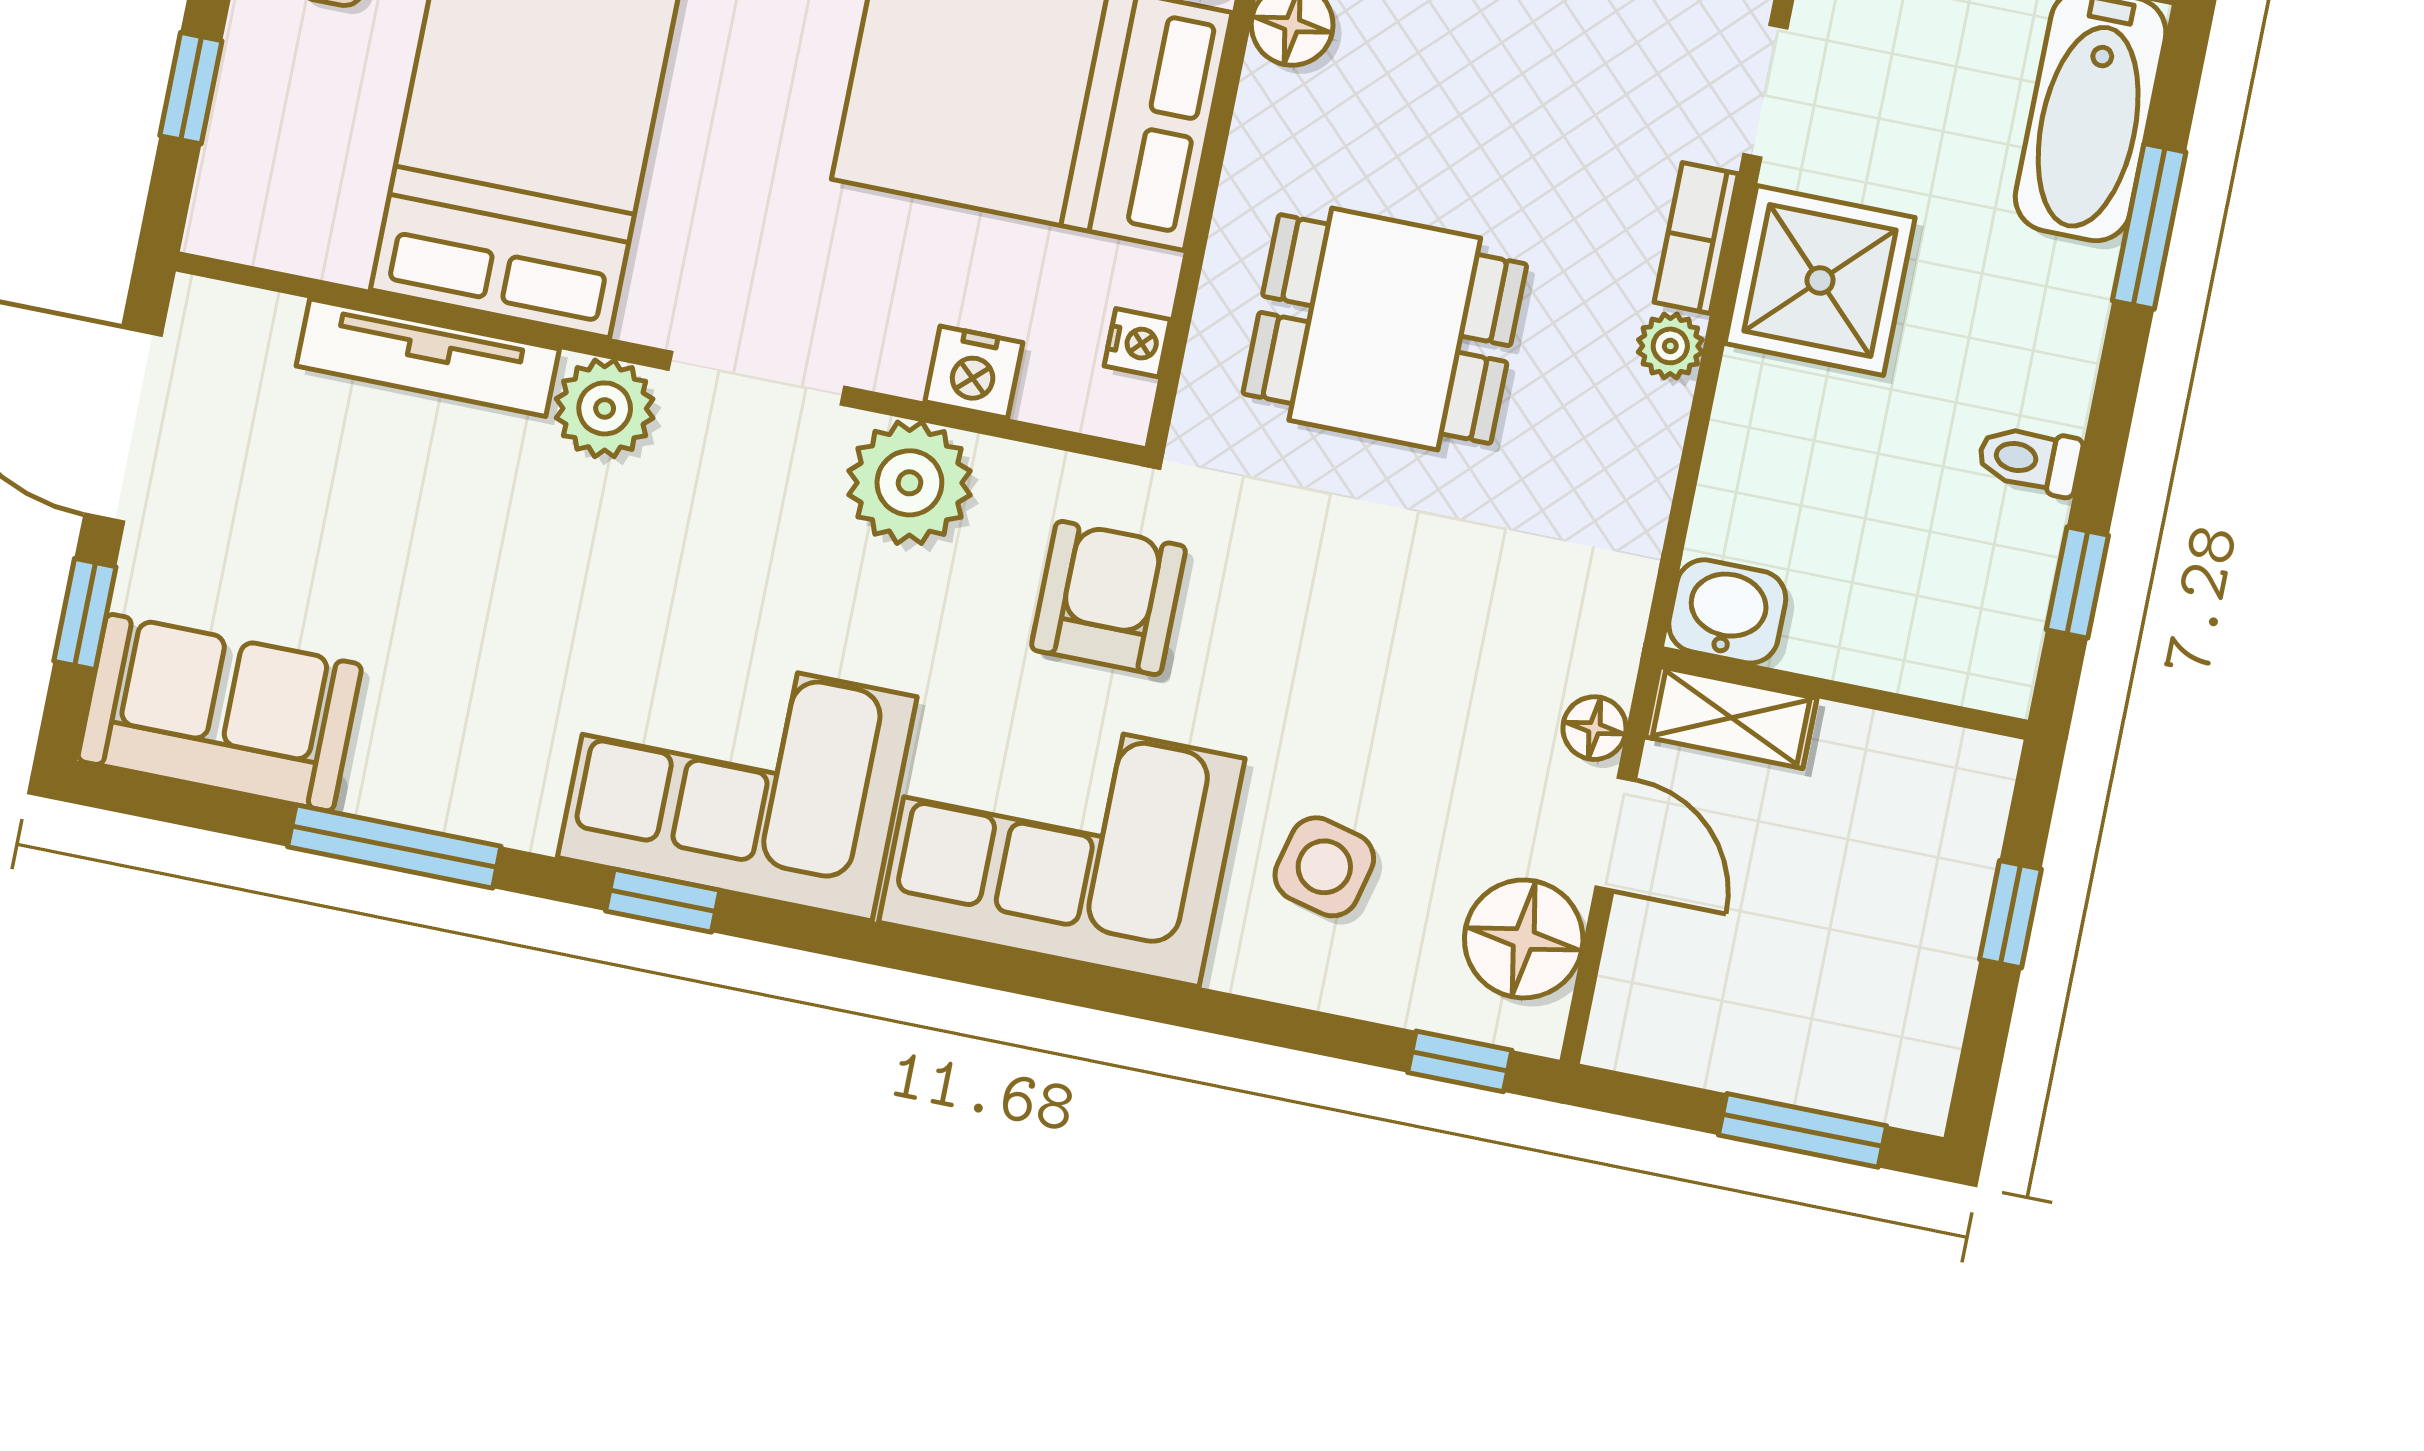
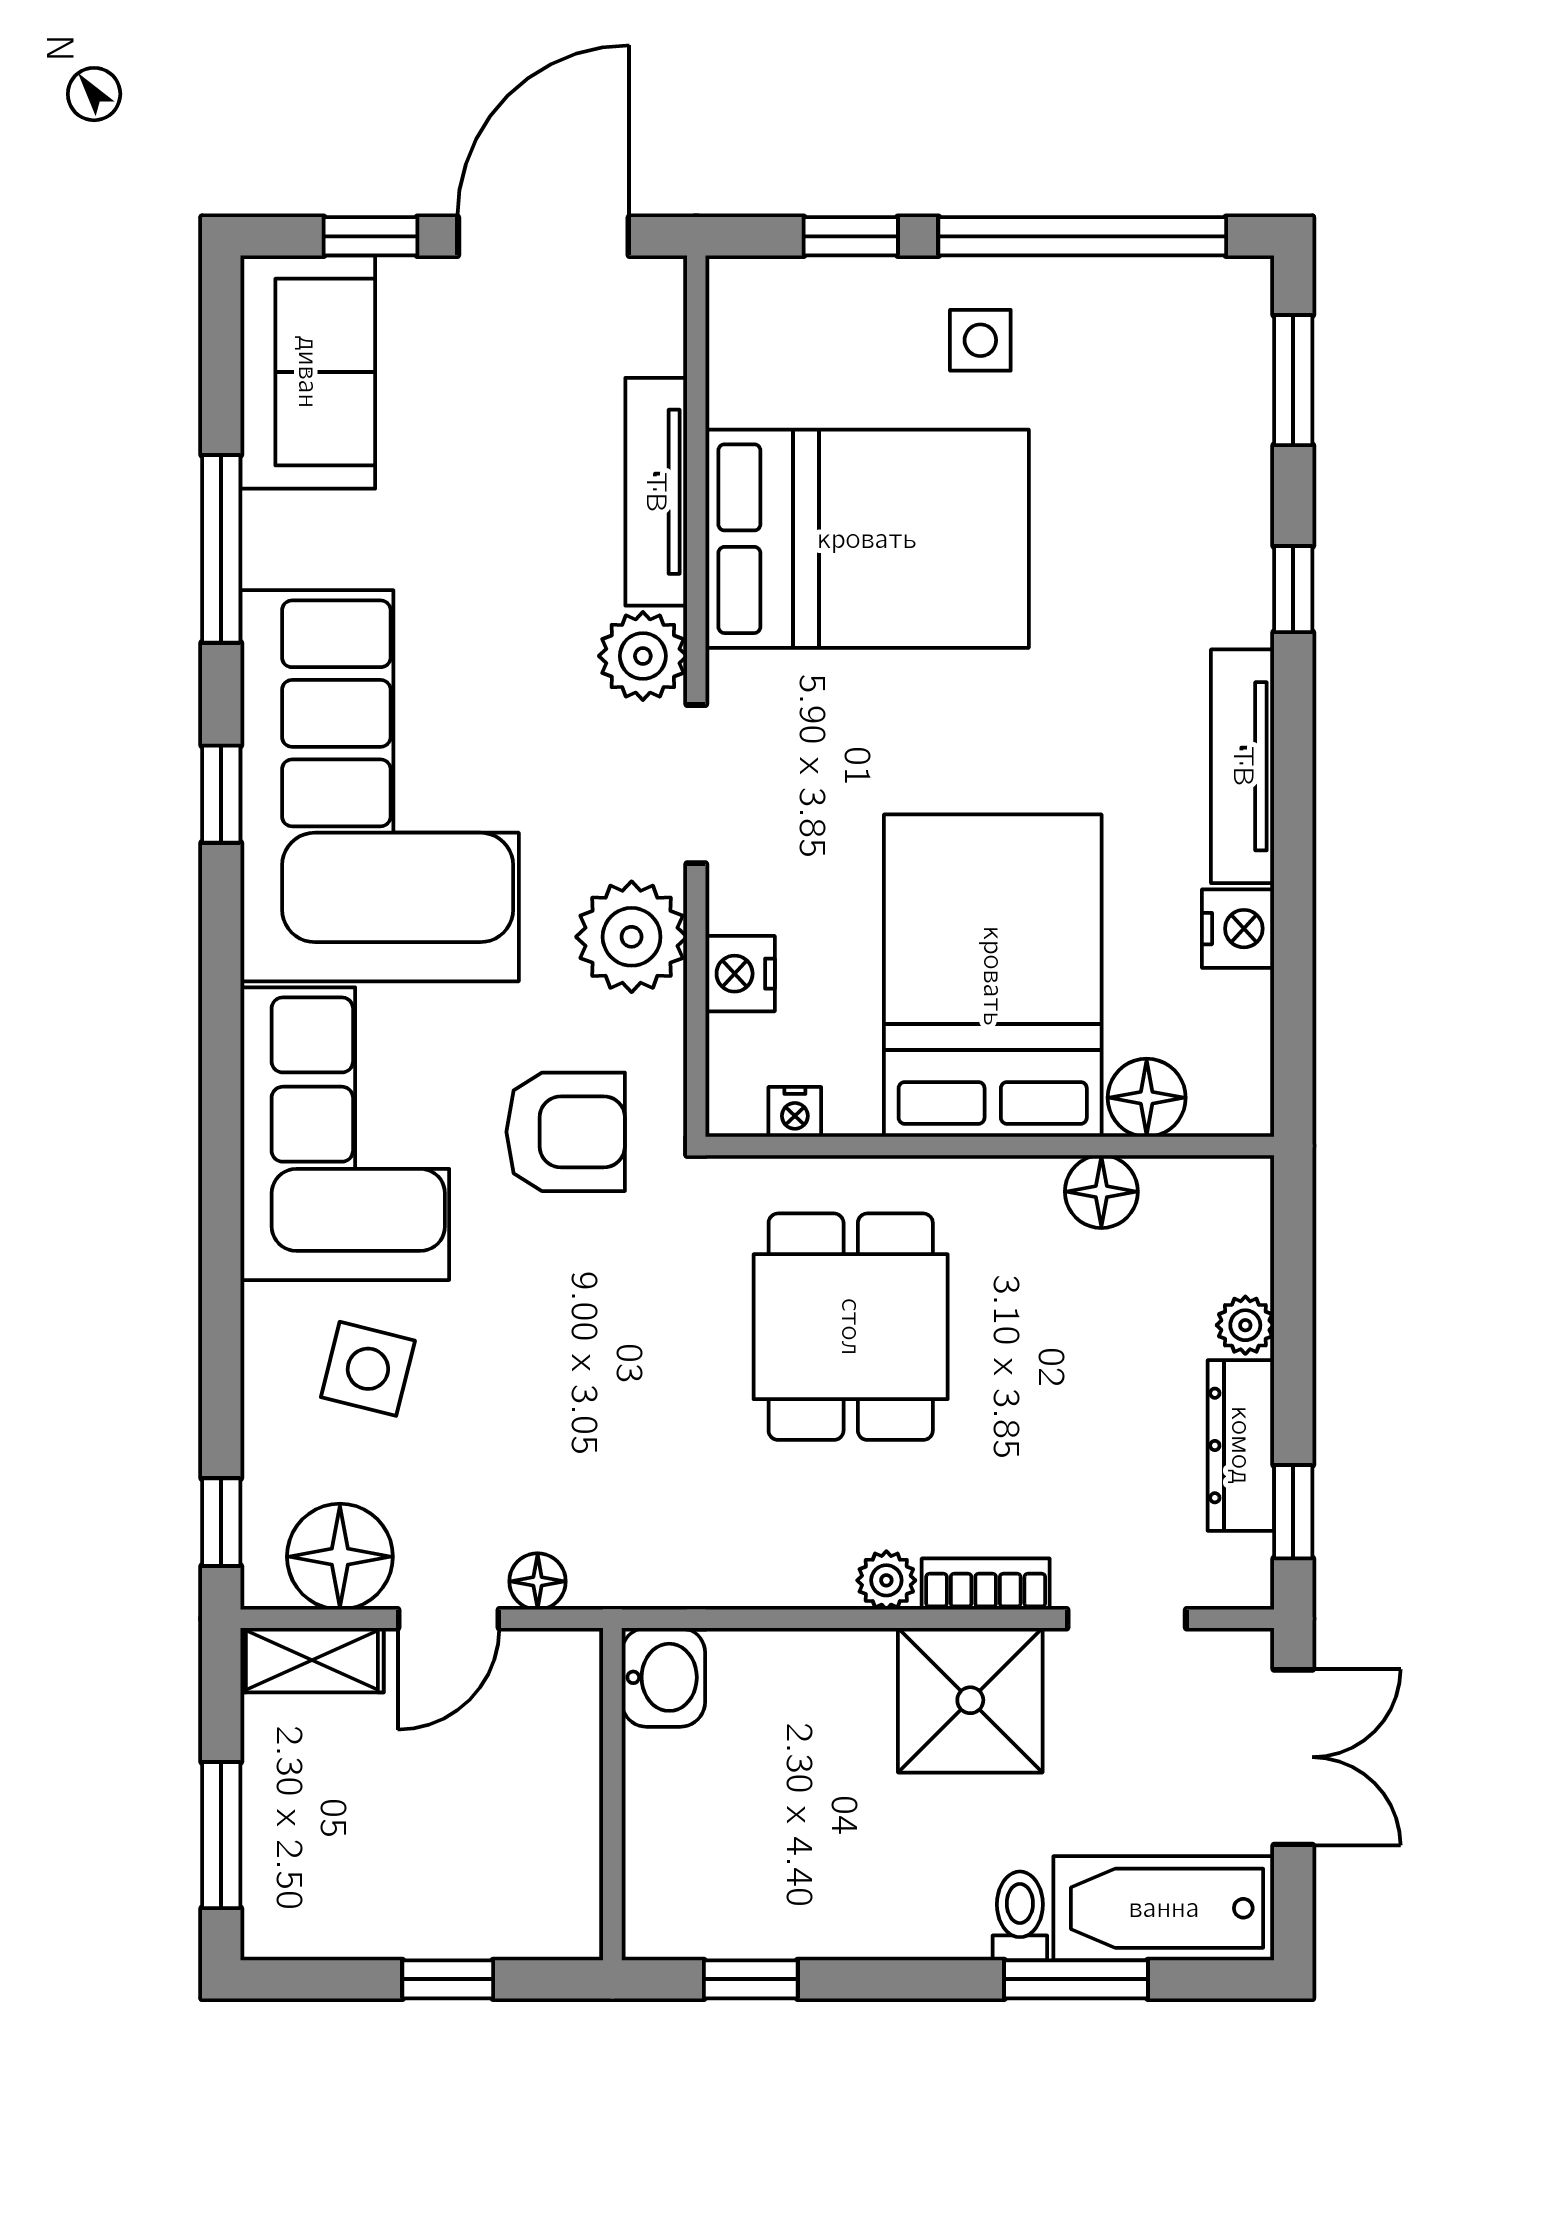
toilet: (2030, 460) -> (1020, 1916), moved
shelving: (1731, 718) -> (312, 1660), moved, turned 90
corner sofa: (737, 777) -> (380, 786), width x1.36, depth x1.36

